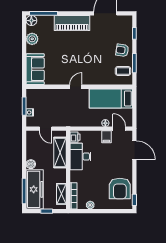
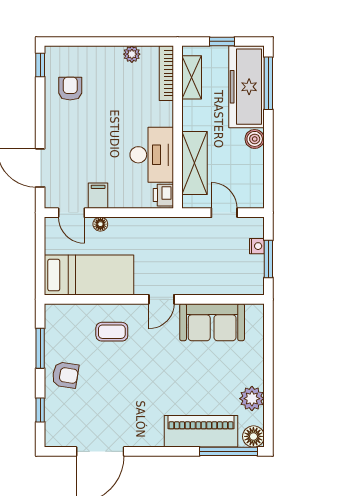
piano: (72, 23) -> (201, 431), moved
sofa: (35, 69) -> (212, 322), moved, turned -90
coffee table: (123, 71) -> (112, 332), moved
armchair: (120, 188) -> (70, 89), width x0.53, depth x0.53

